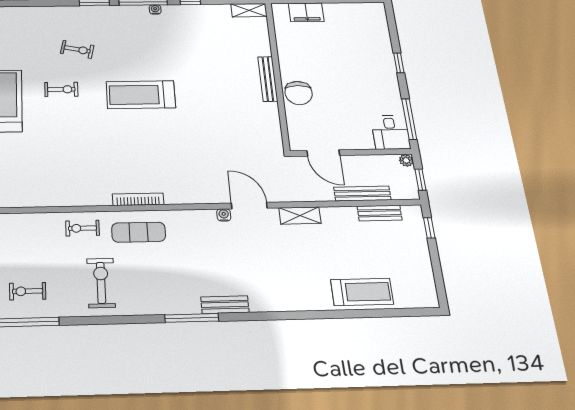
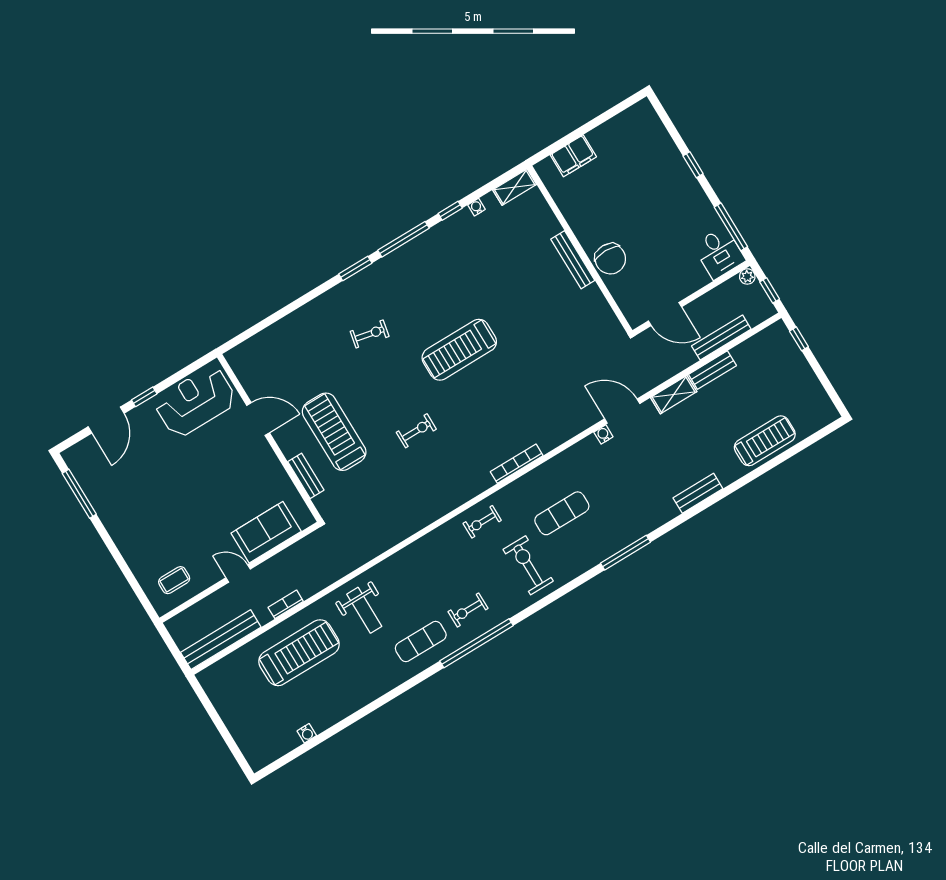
water cooler: (155, 9) -> (477, 207), moved
exercise bike: (61, 89) -> (416, 431), moved
bench: (380, 213) -> (712, 370), moved
exercise mat: (139, 232) -> (562, 513), moved
bench: (225, 305) -> (698, 493), moved

